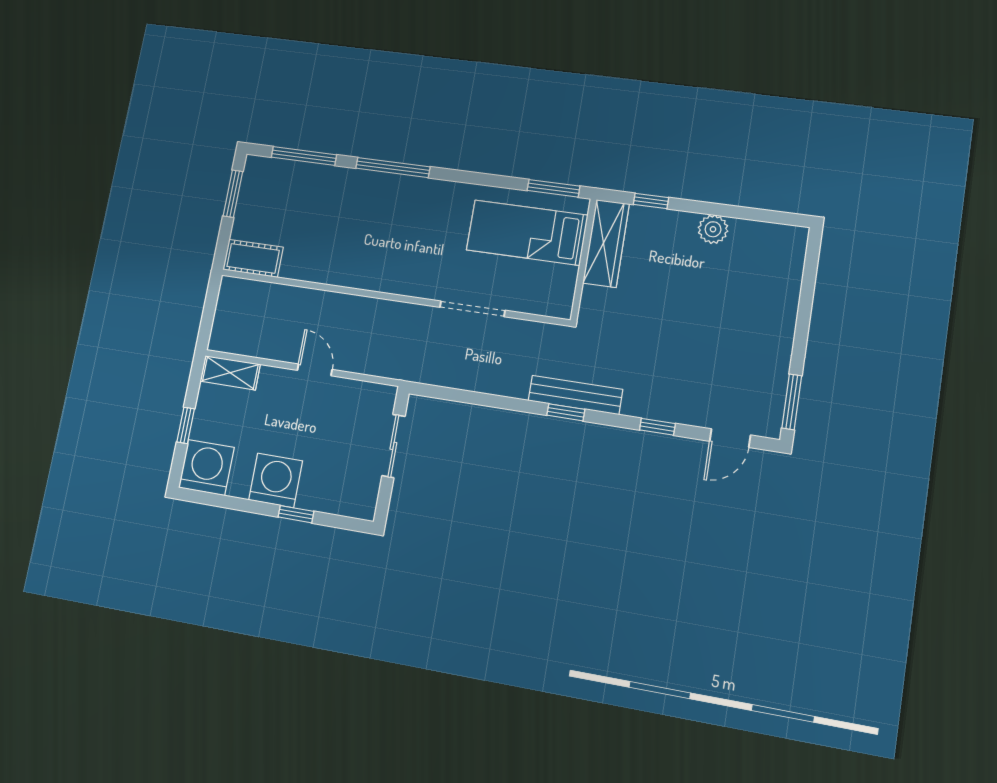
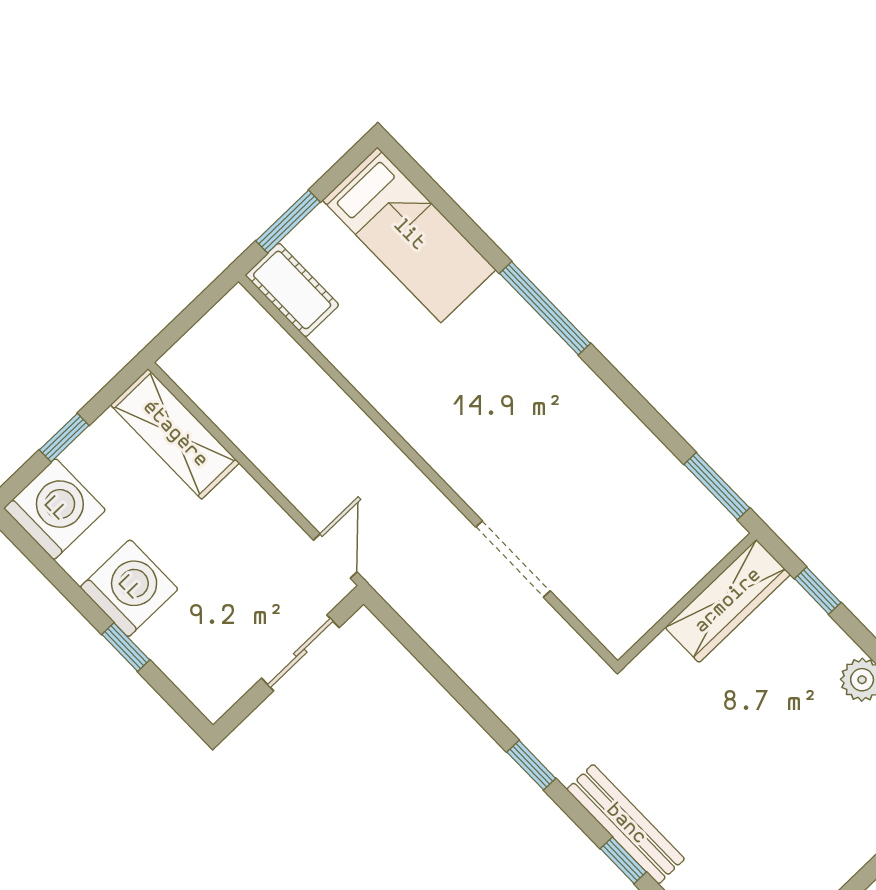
window: (304, 156) -> (447, 207), removed
window: (233, 194) -> (288, 221), moved
bed: (527, 233) -> (409, 235), moved, turned 180
door: (315, 370) -> (335, 556), moved
shelving: (230, 373) -> (175, 434), width x1.50, depth x1.33
bench: (575, 395) -> (626, 824), moved

